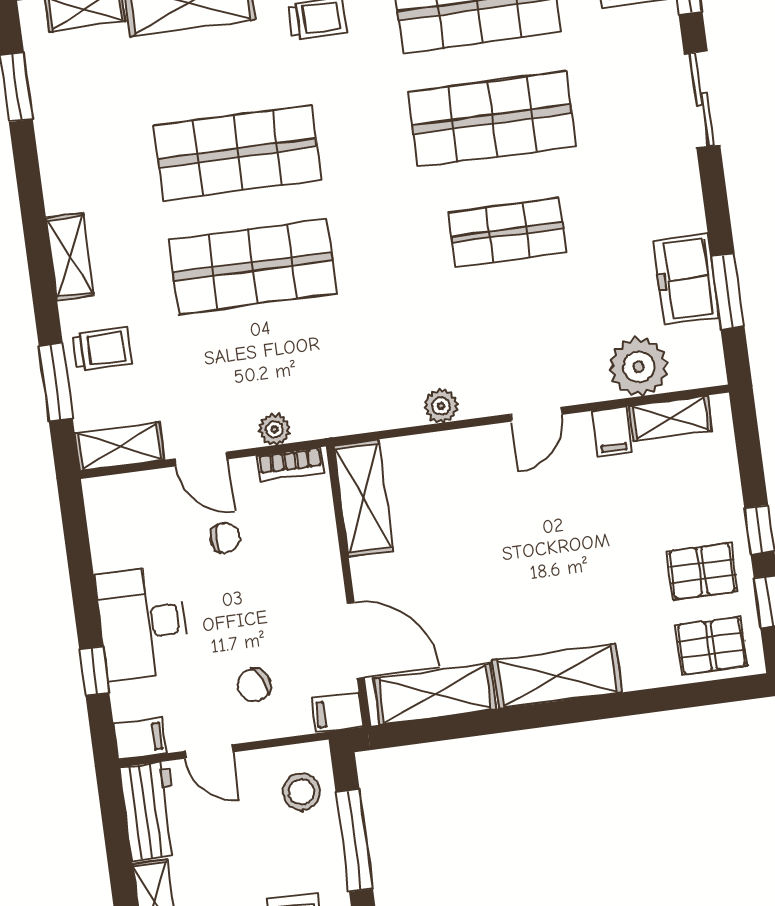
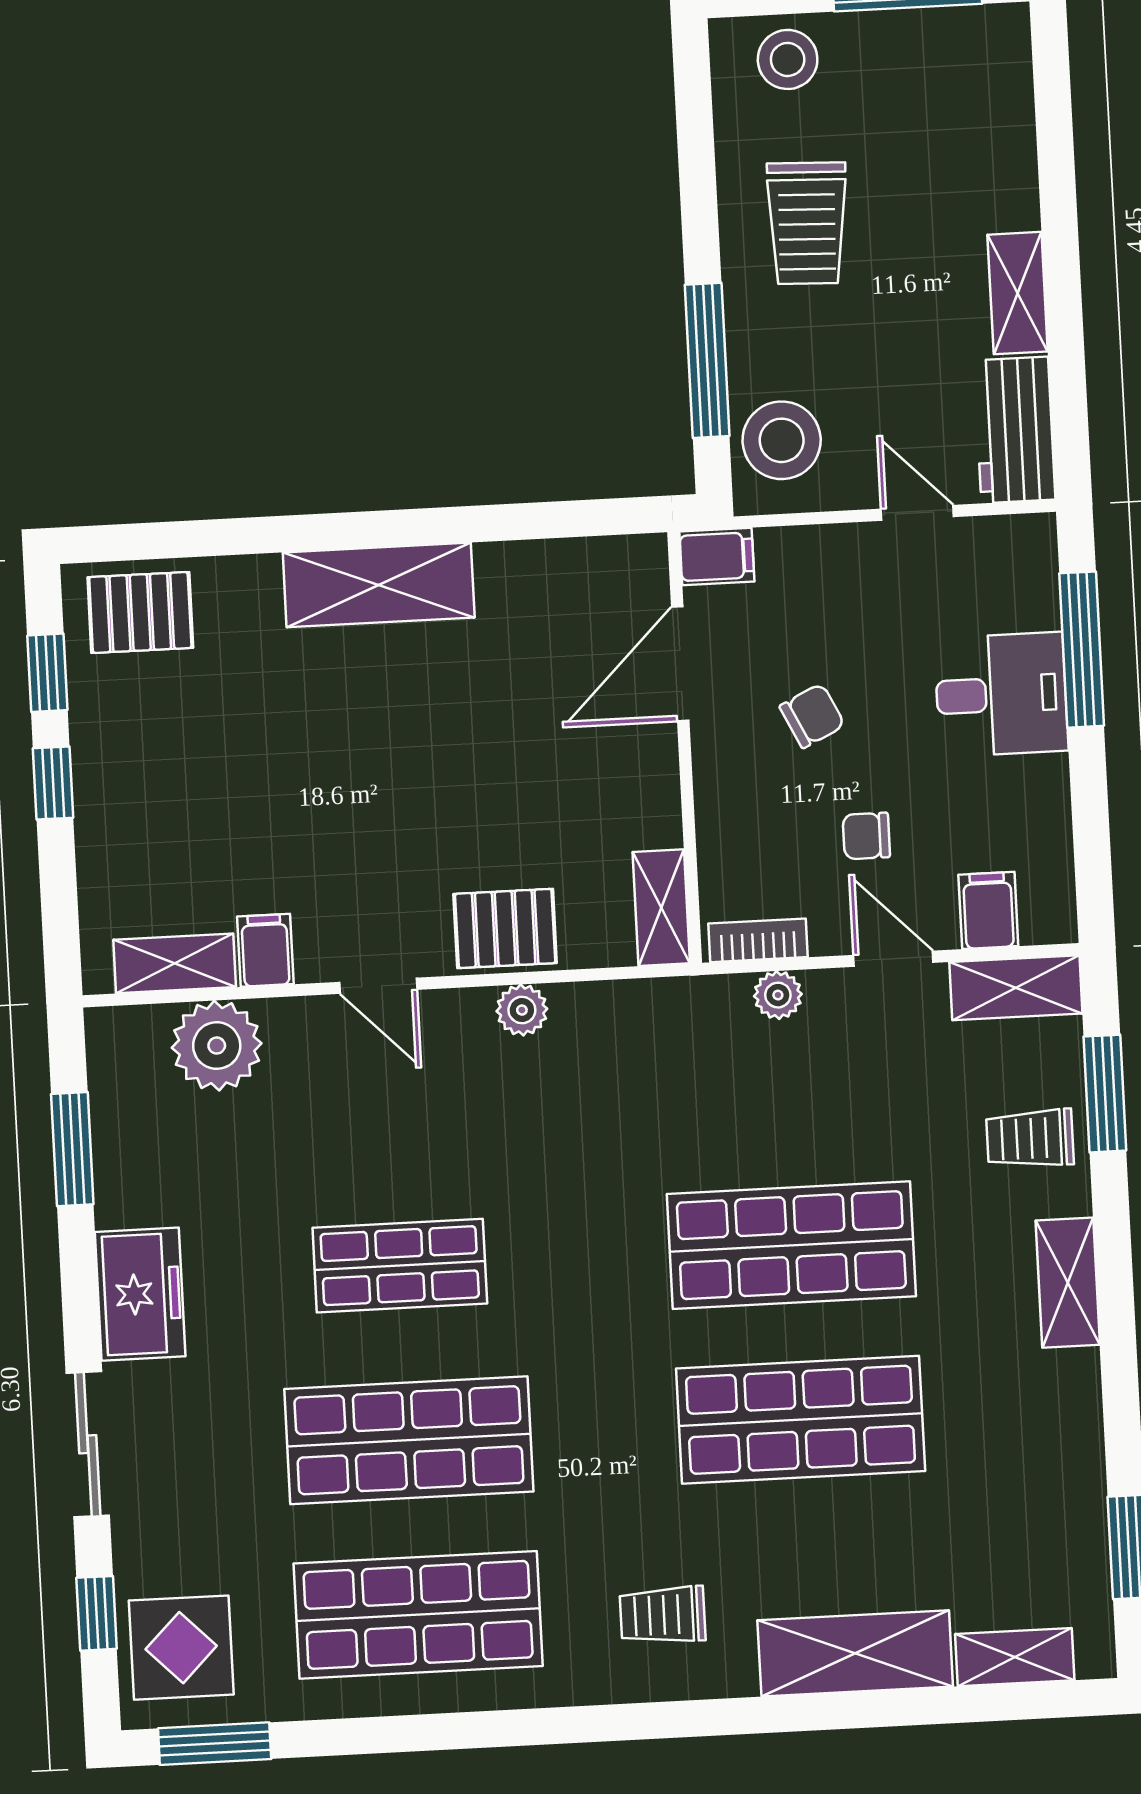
freezer: (686, 279) -> (140, 1294), moved
door: (536, 414) -> (378, 986), swing flipped
shelving: (363, 498) -> (661, 908), width x0.67, depth x0.75
pallet: (702, 571) -> (505, 928), moved
desk: (142, 623) -> (1001, 694), width x0.73
door: (356, 641) -> (680, 664), hinge flipped
window: (94, 671) -> (1082, 650), width x2.17
chair: (254, 685) -> (812, 716), moved
shelving: (435, 694) -> (567, 573), removed
filing cabinet: (140, 738) -> (988, 910), moved, turned 90
stool: (301, 792) -> (782, 440), width x1.38, depth x1.38

